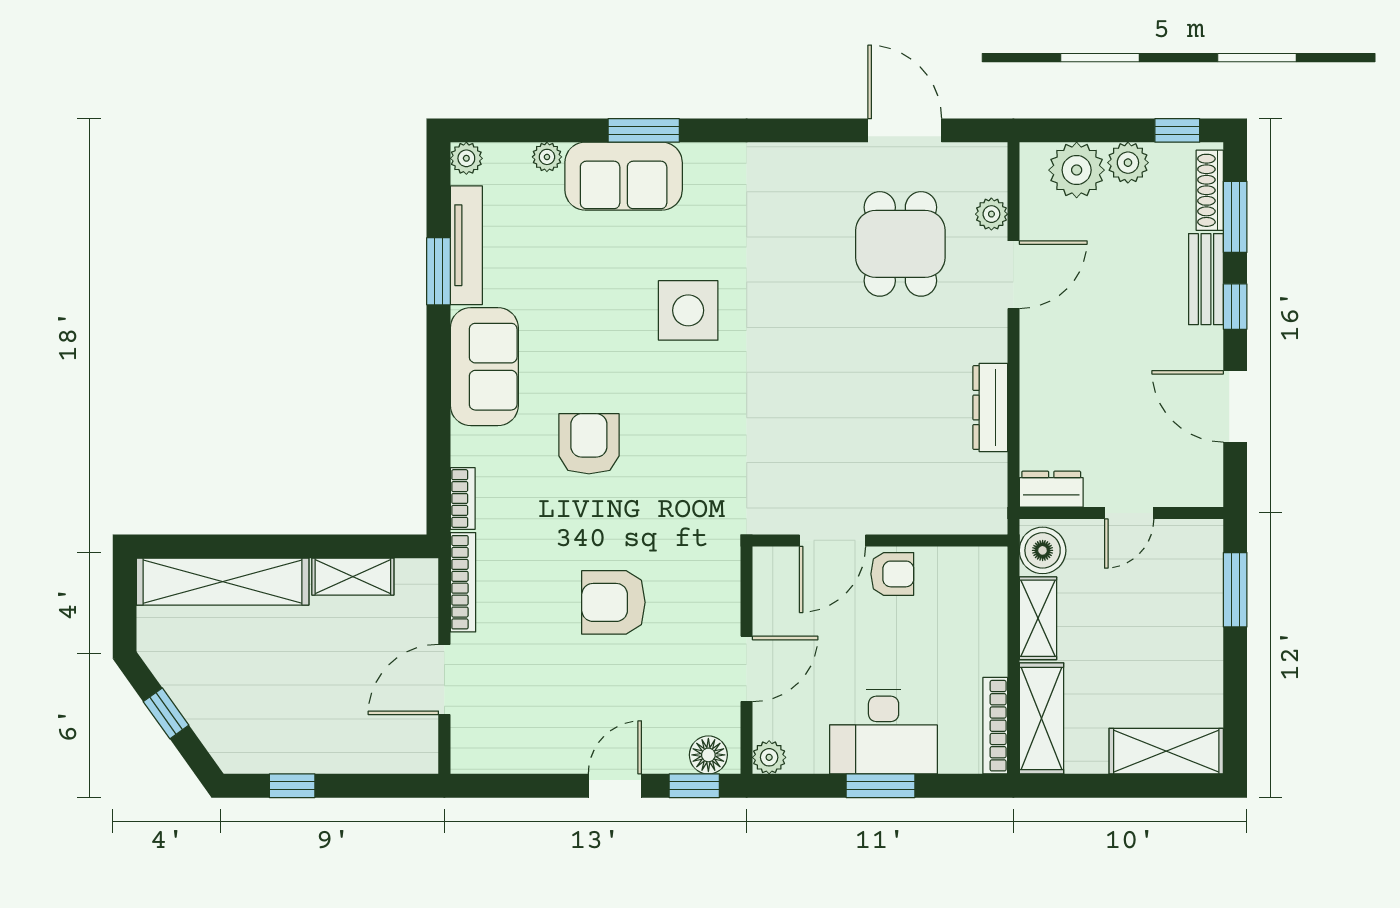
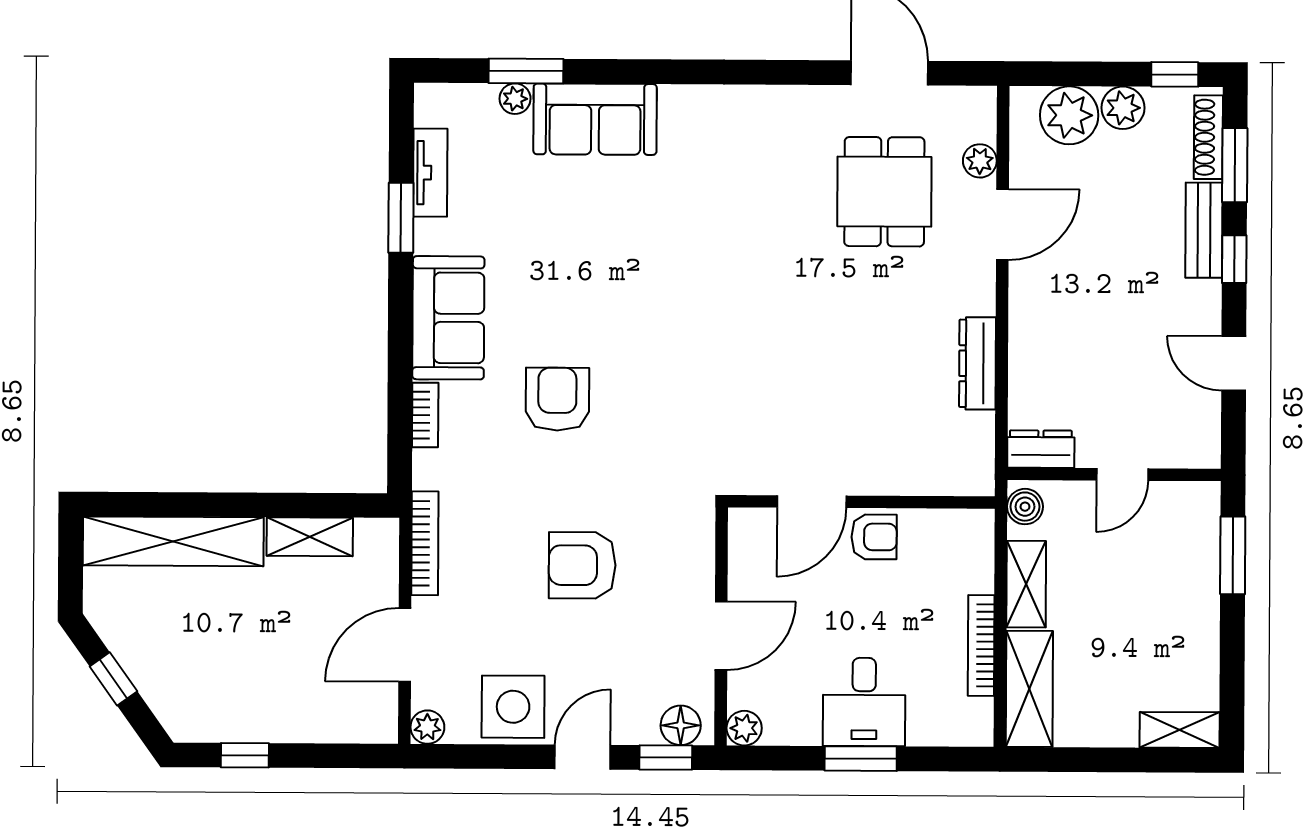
window: (644, 130) -> (526, 71), moved
plant: (466, 158) -> (427, 727), moved
tv unit: (466, 245) -> (430, 173), width x0.71
side table: (688, 310) -> (513, 707), moved
door: (1235, 406) -> (1234, 363), width x0.73
bookcase: (463, 499) -> (425, 415), moved
boiler: (1043, 550) -> (1025, 507), width x0.73, depth x0.73
bookcase: (995, 726) -> (981, 645), moved
desk: (884, 732) -> (864, 702), width x0.73
shelving: (1166, 751) -> (1180, 730), width x0.67, depth x0.75

